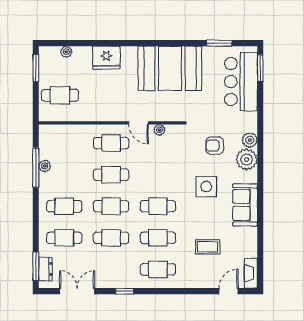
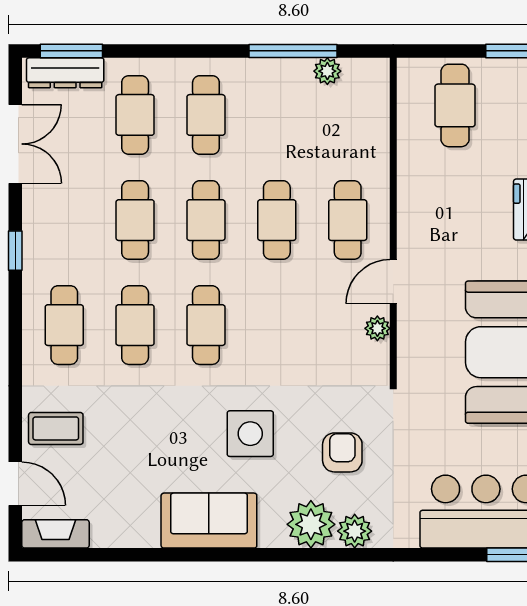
plant: (45, 166) -> (327, 71), moved
coffee table: (208, 247) -> (56, 428), moved, turned 90
dresser: (45, 269) -> (65, 73), width x1.44

